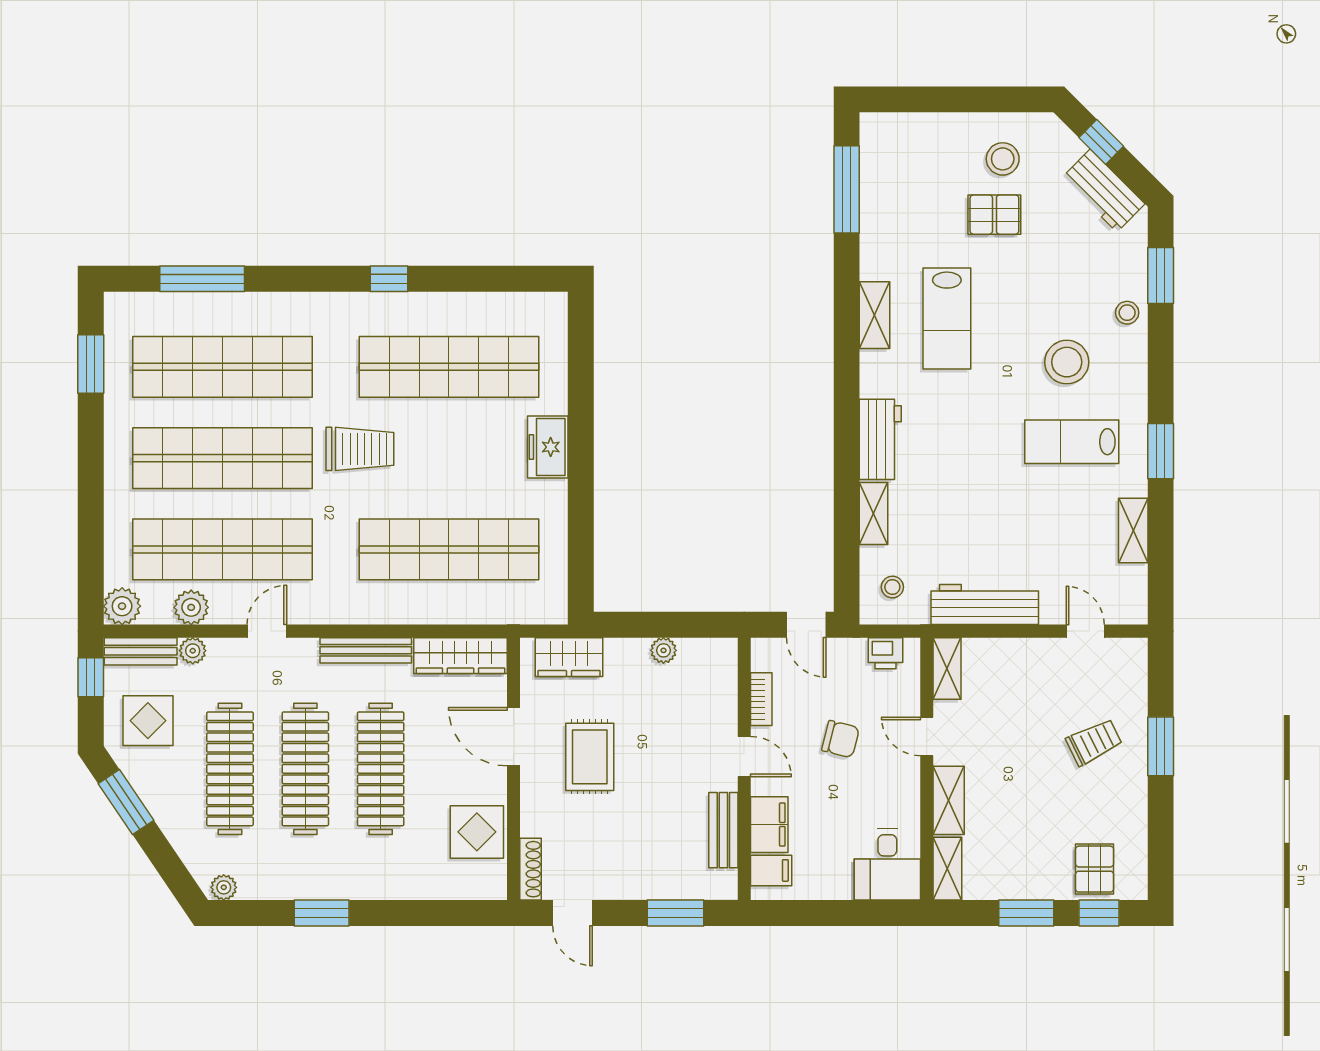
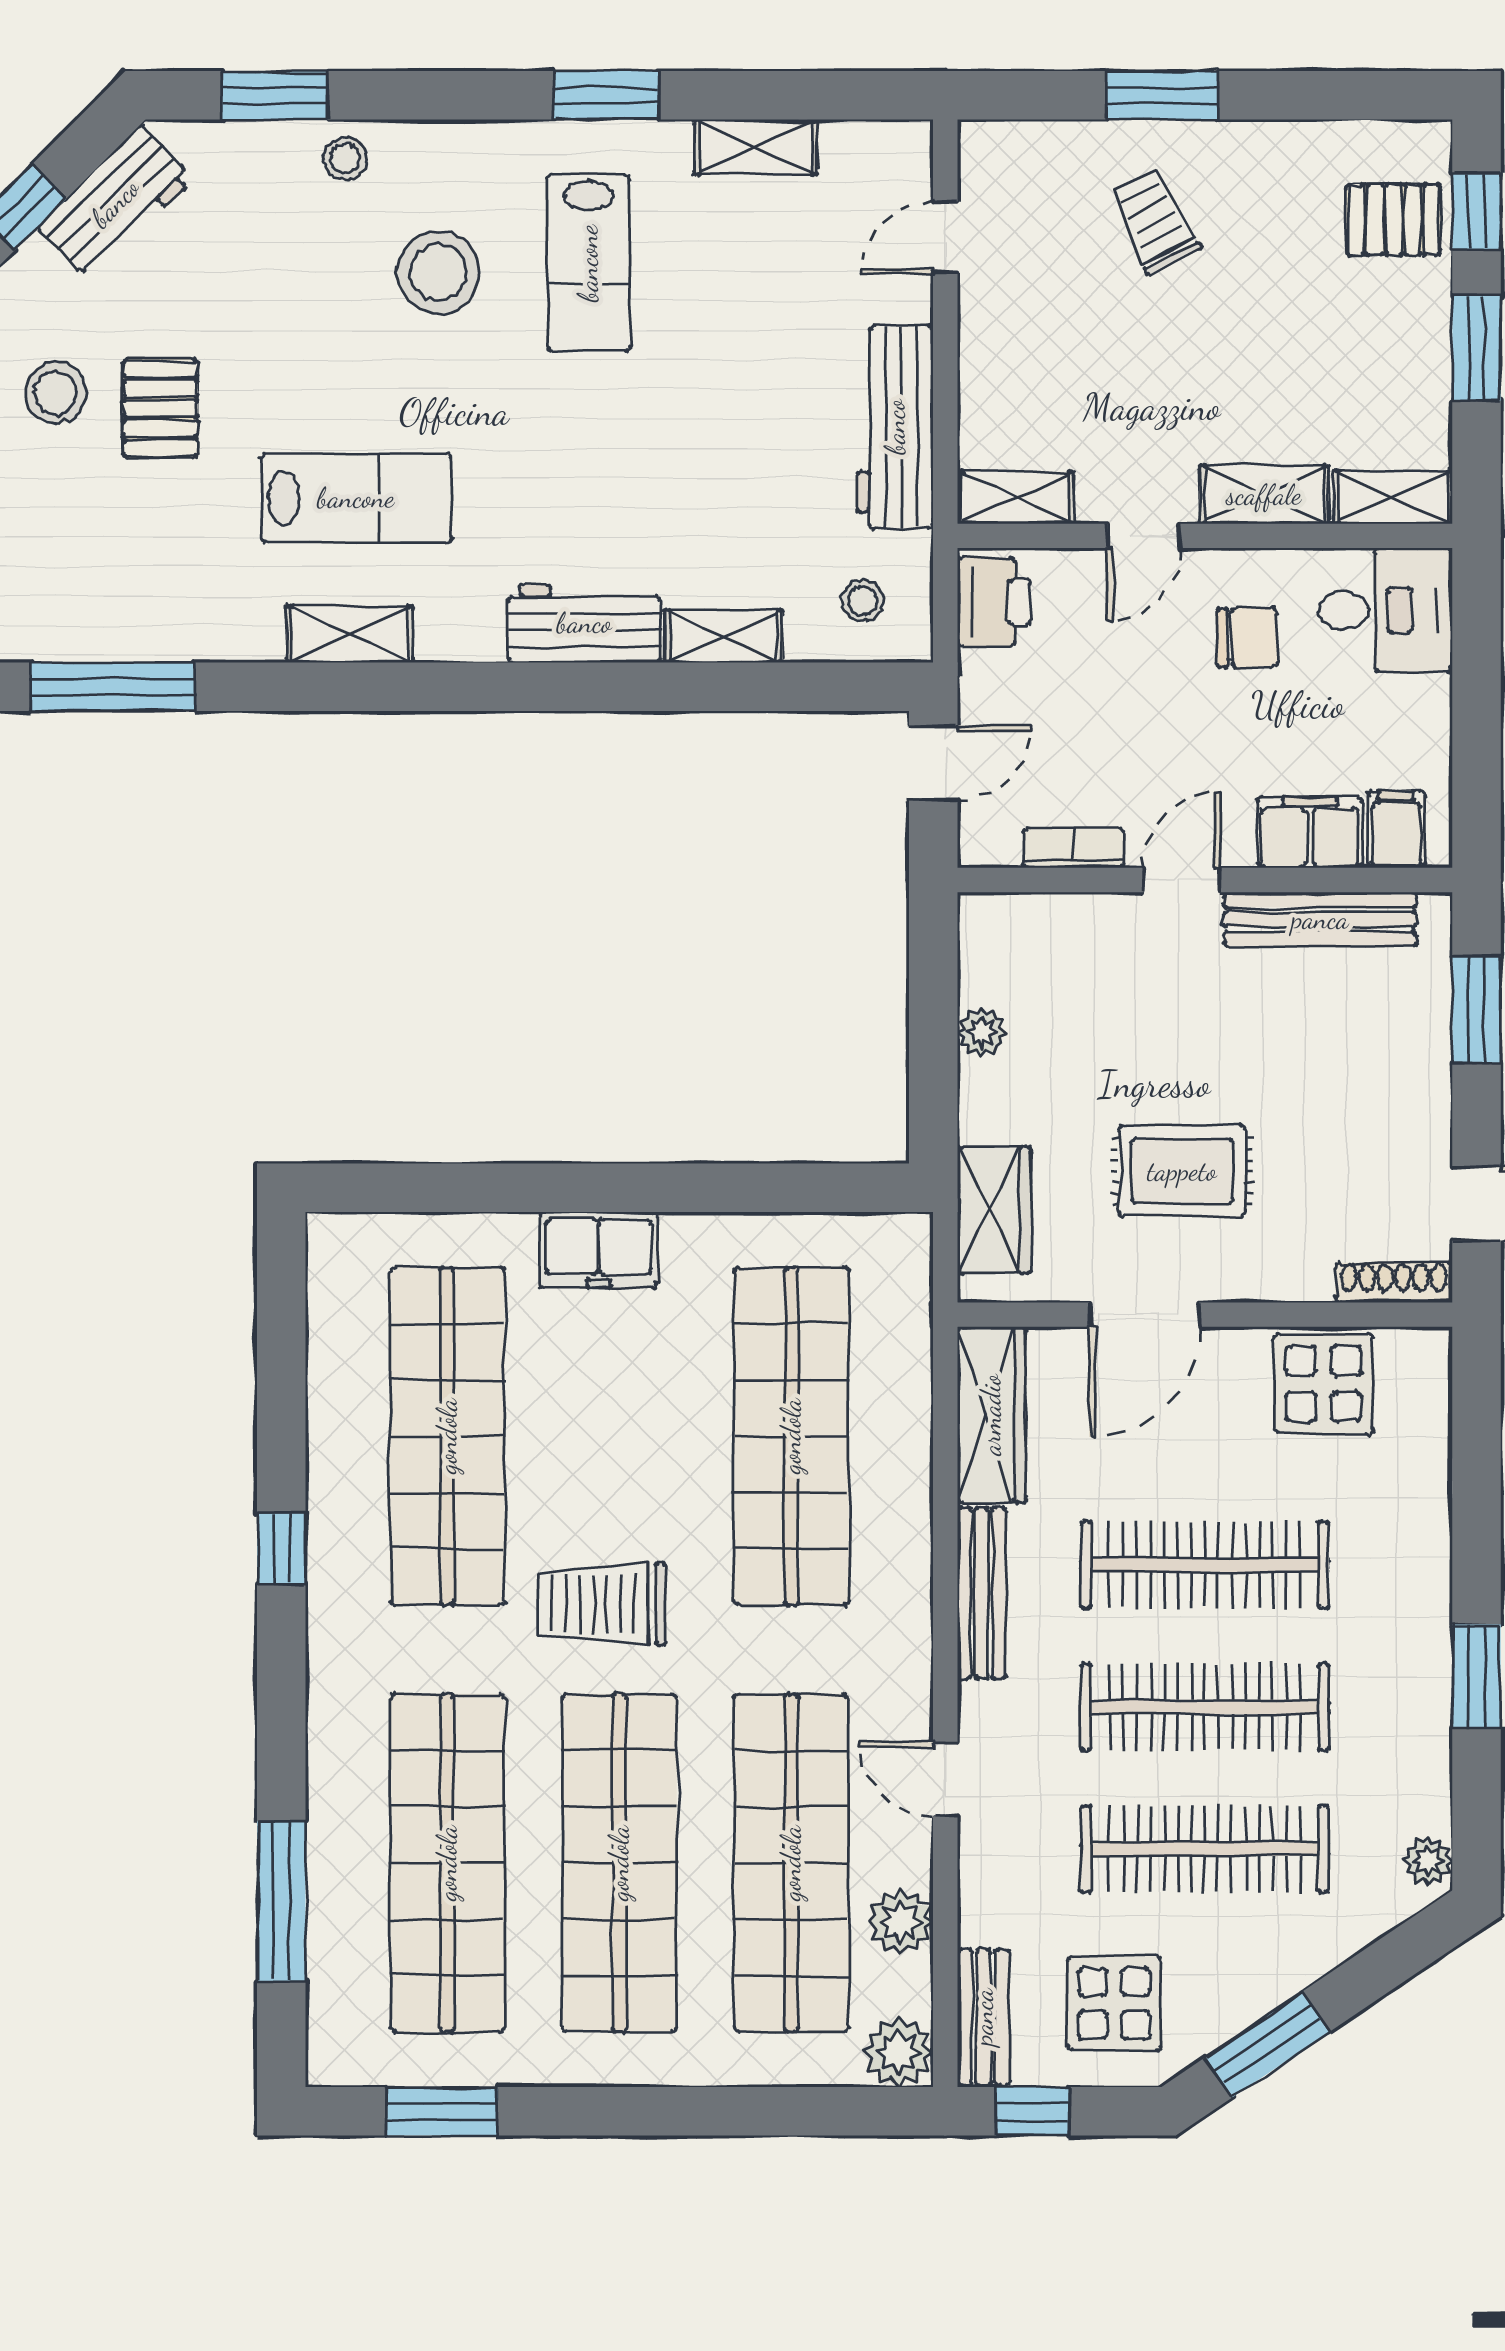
trolley: (360, 449) -> (602, 1604), turned -90
plant: (193, 651) -> (982, 1919), removed
printer: (885, 653) -> (994, 602), width x1.36, depth x1.24
chair: (840, 739) -> (1247, 638), moved, turned 76
bench: (723, 830) -> (1320, 919), width x1.36

